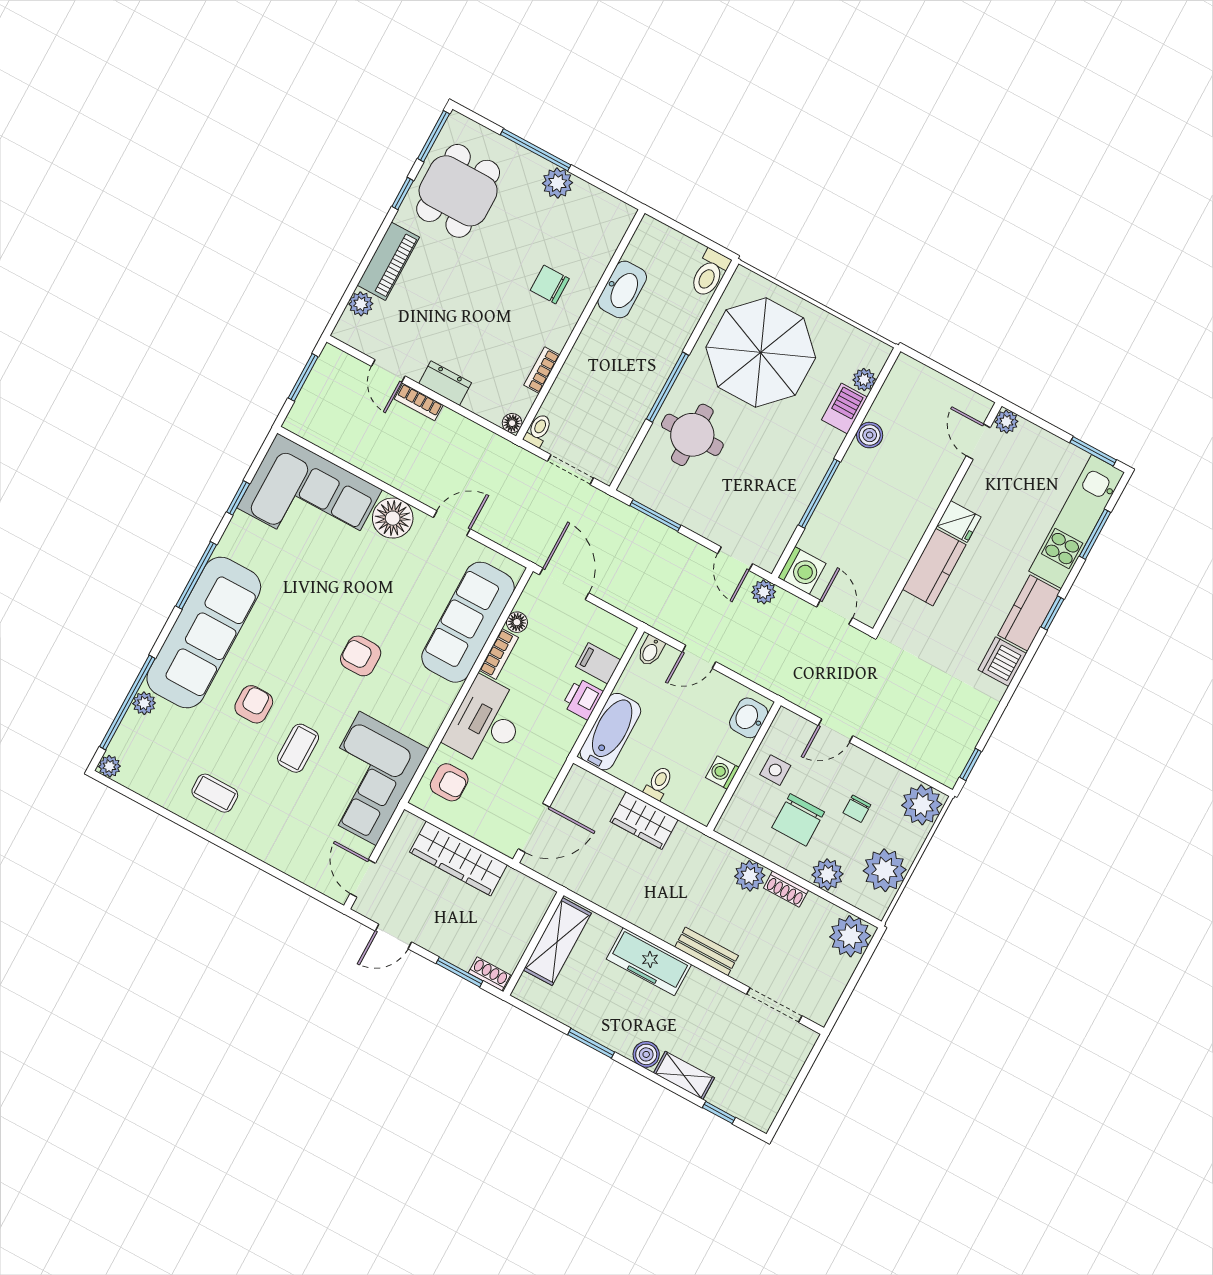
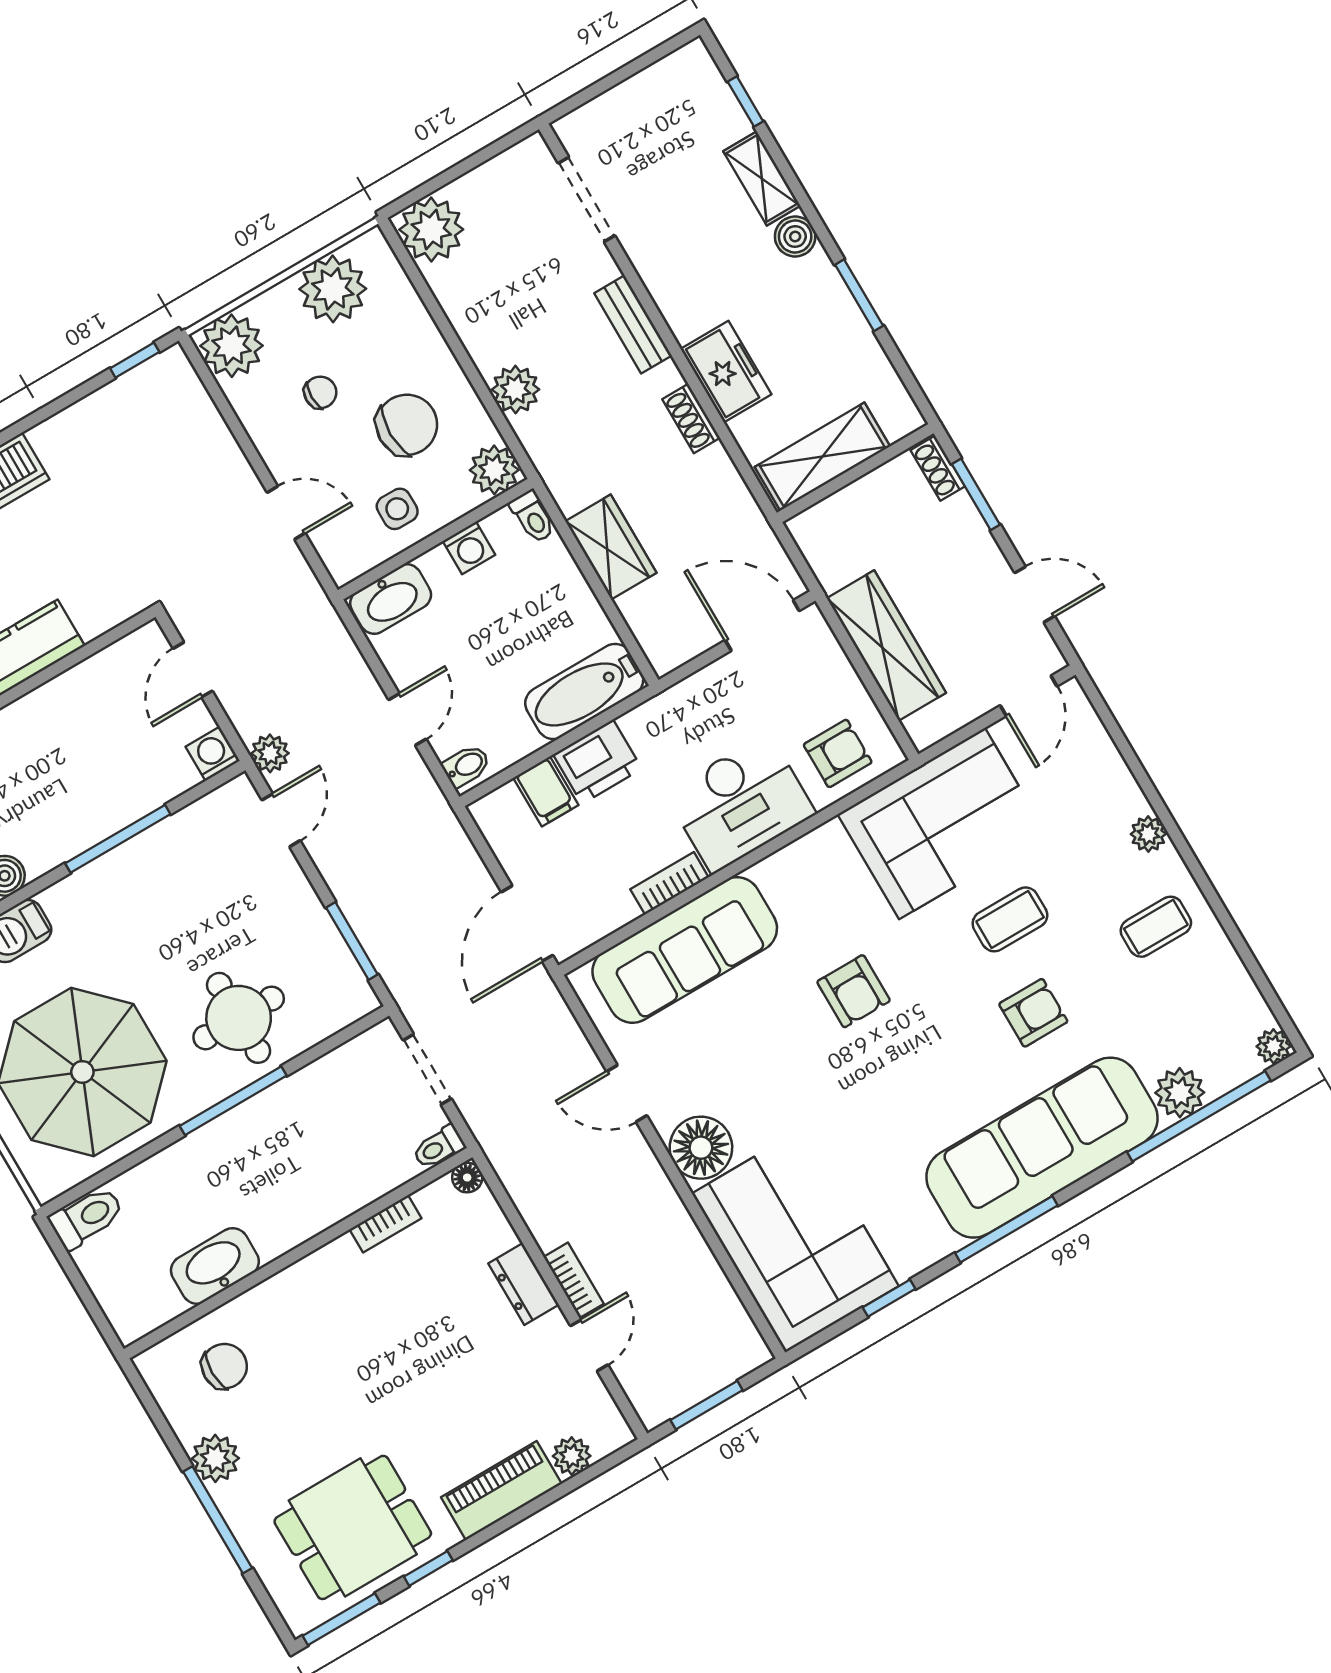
chair: (550, 284) -> (224, 1366), moved, turned -90
washing machine: (802, 571) -> (213, 754), width x0.73, depth x0.73
floor lamp: (517, 622) -> (620, 911), removed
door: (699, 657) -> (407, 719), hinge flipped
printer: (583, 699) -> (598, 762), width x1.36, depth x1.24
plant: (144, 703) -> (1180, 1093), width x1.38, depth x1.38
armchair: (254, 704) -> (1033, 1013), turned 180
washbasin: (749, 718) -> (391, 599), width x1.38
armchair: (449, 782) -> (838, 753), turned 90
toilet: (659, 783) -> (533, 517), moved, turned -90
coffee table: (215, 793) -> (1156, 927), turned 90
plant: (250, 842) -> (1148, 834), added
plant: (827, 874) -> (494, 470), moved
shoe rack: (786, 889) -> (691, 419), moved, turned 180
freezer: (649, 962) -> (726, 372), width x0.71

